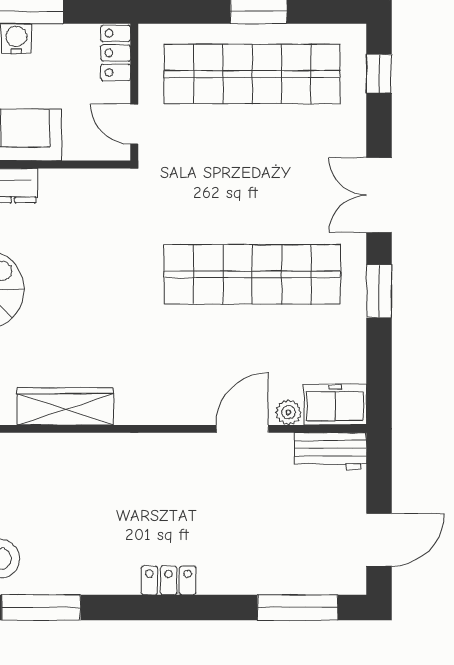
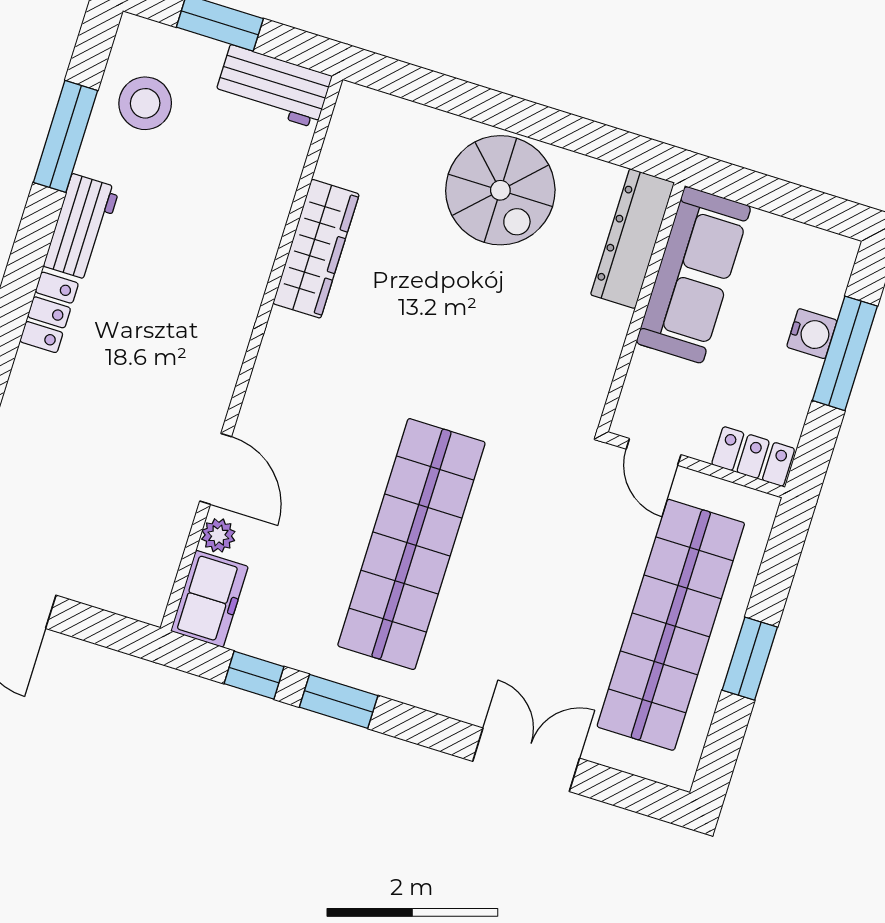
window: (379, 74) -> (254, 675), moved
door: (134, 124) -> (654, 452), swing flipped
double door: (379, 195) -> (526, 760), moved
workbench: (330, 451) -> (81, 227), moved, turned 180

